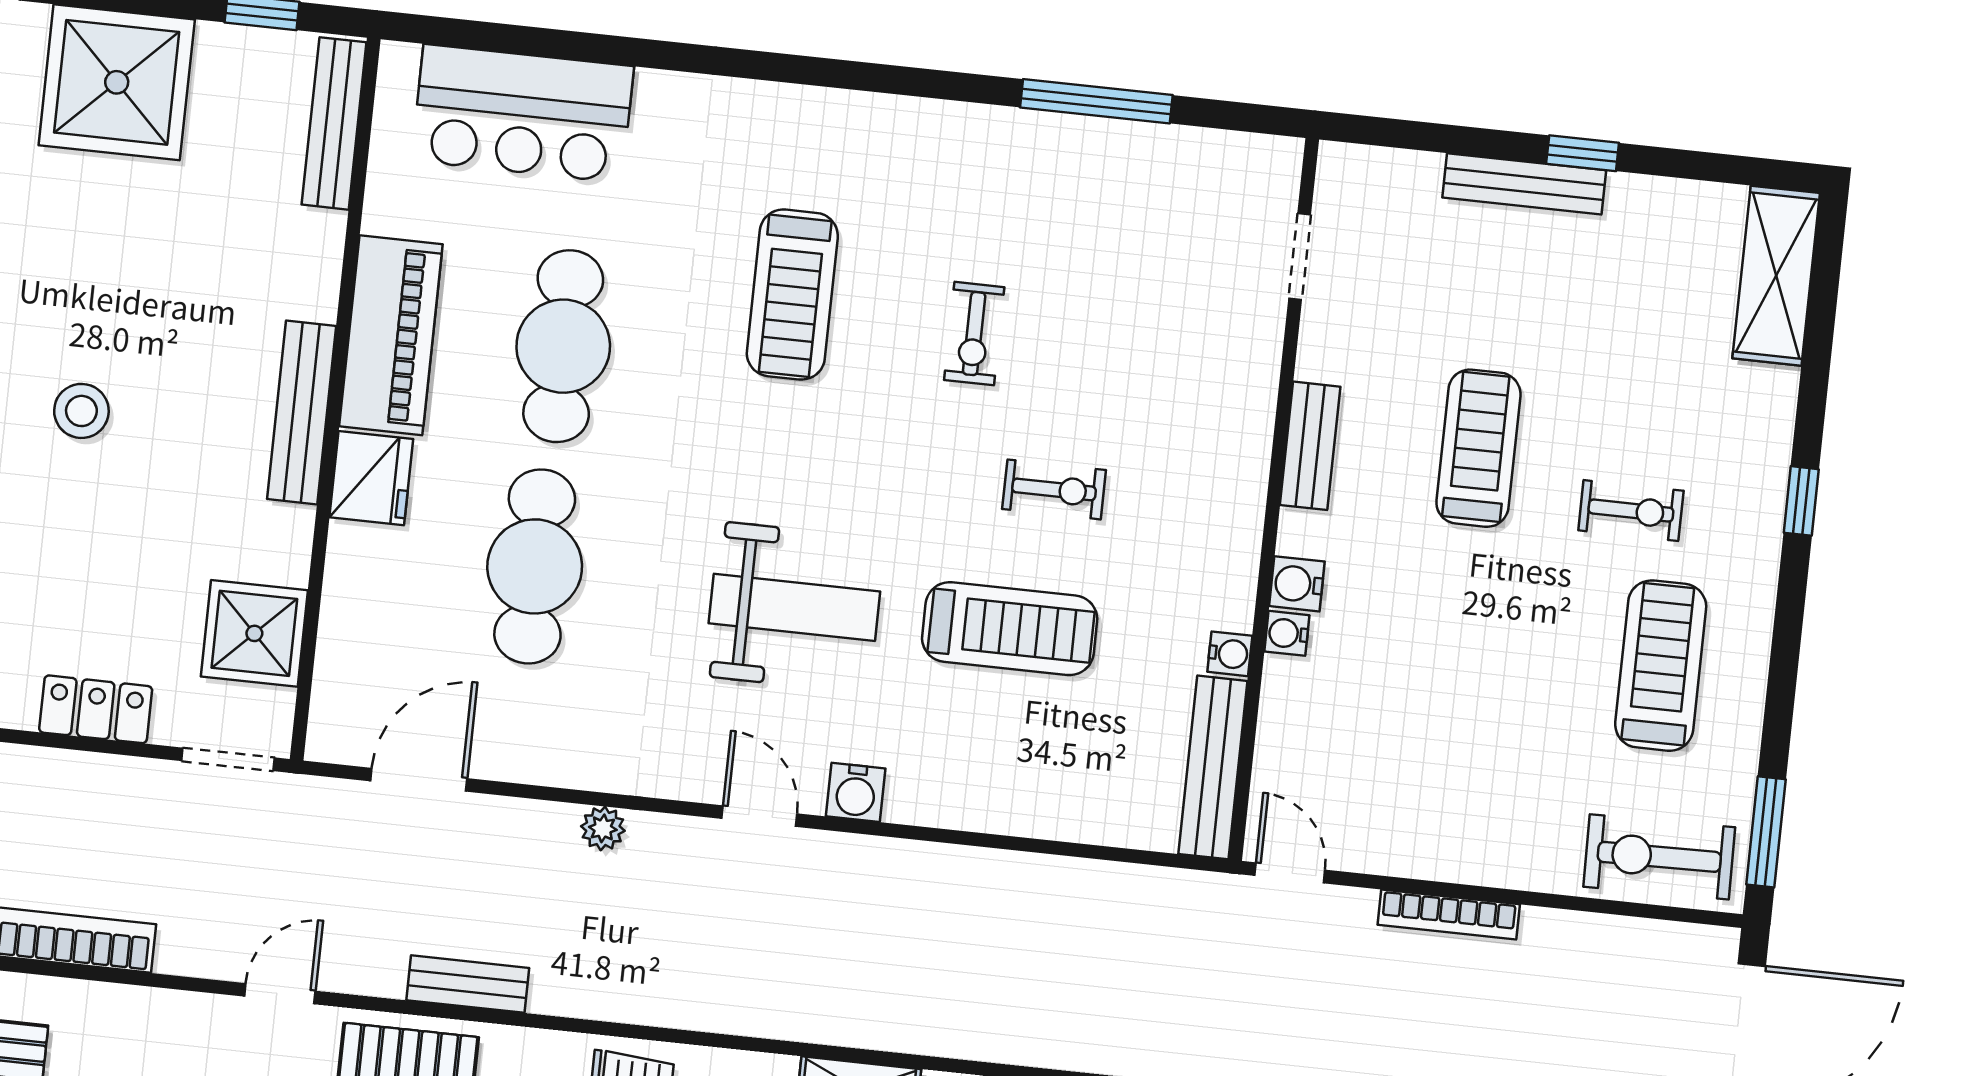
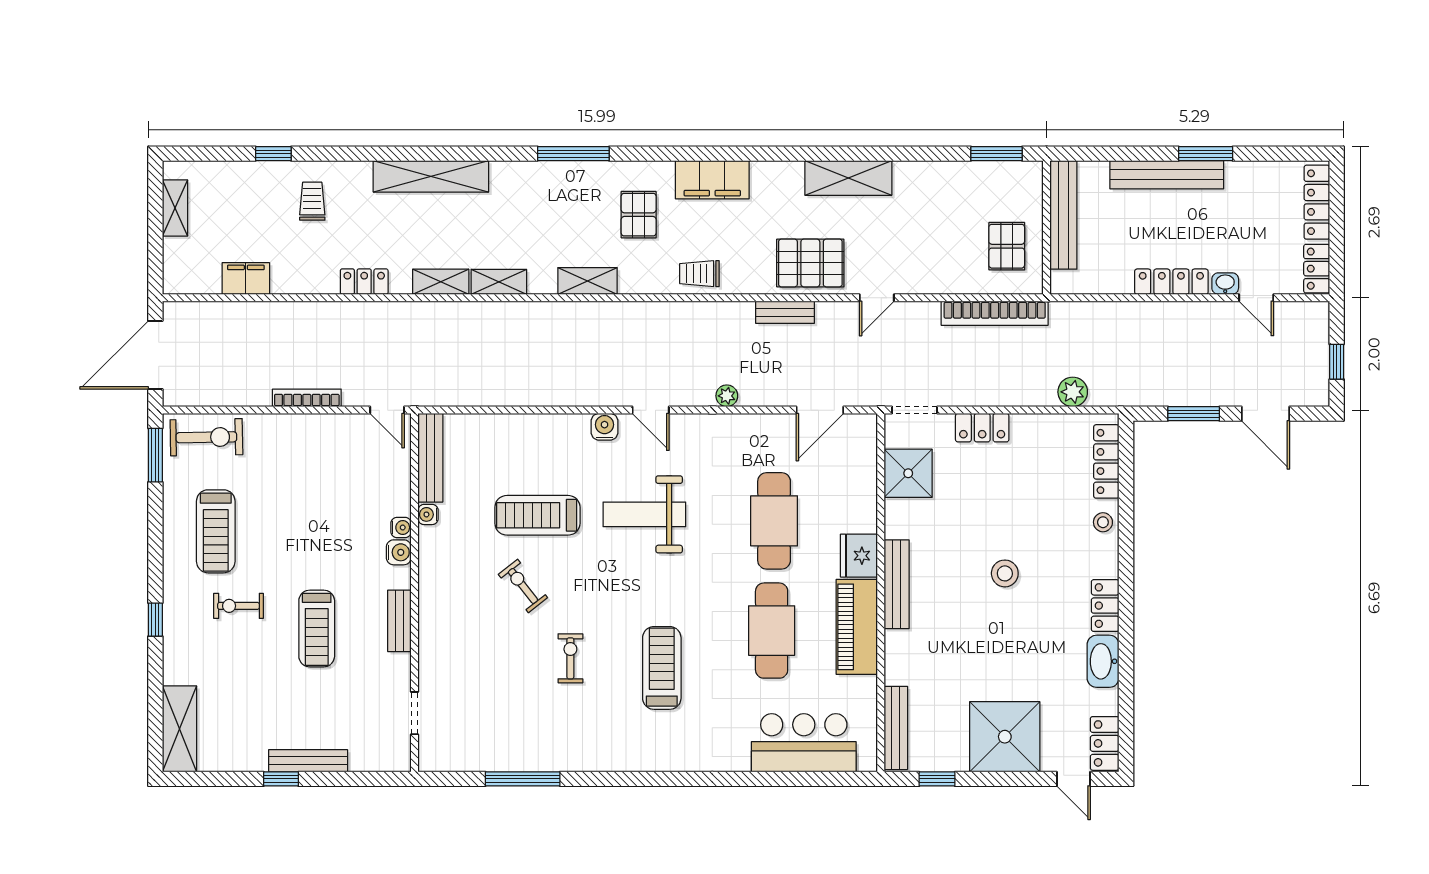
exercise bike: (1054, 489) -> (523, 586), turned 52

